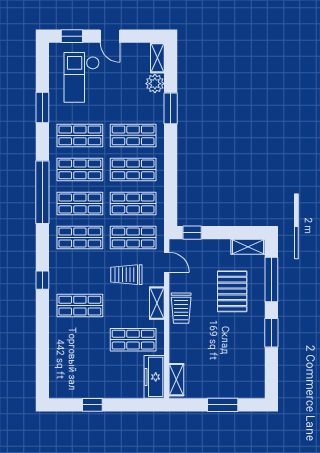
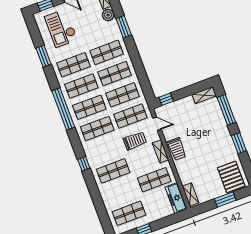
trolley: (126, 275) -> (135, 141), turned 180
pallet: (232, 291) -> (231, 177), moved
shop shelf: (80, 374) -> (129, 213), added

